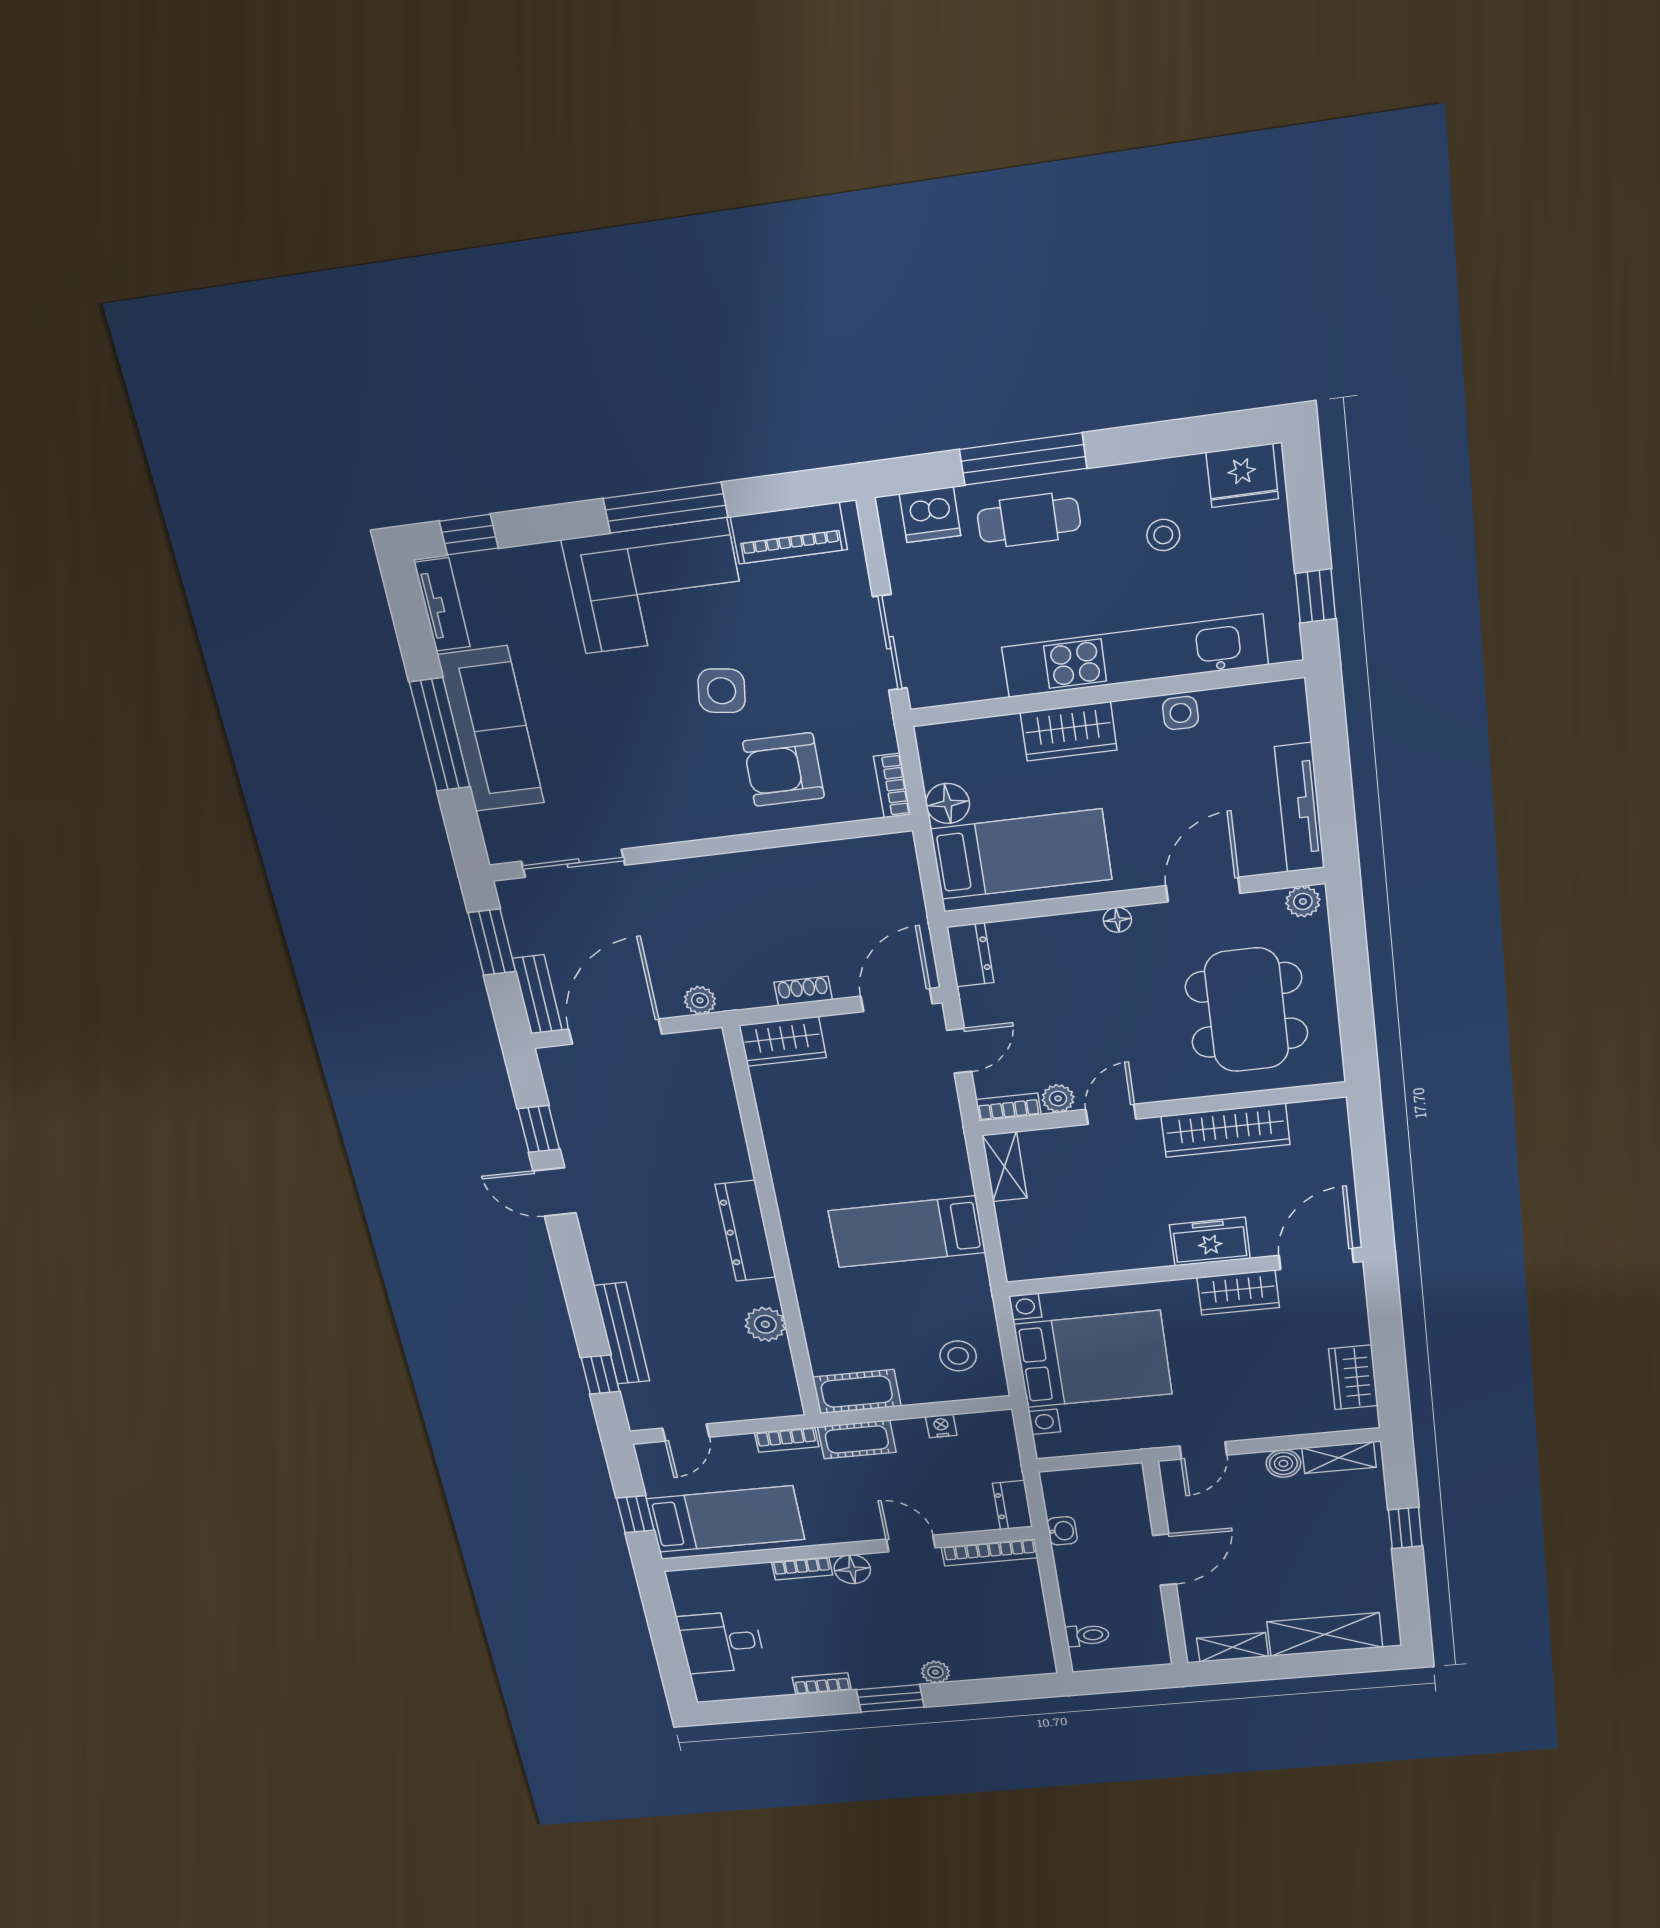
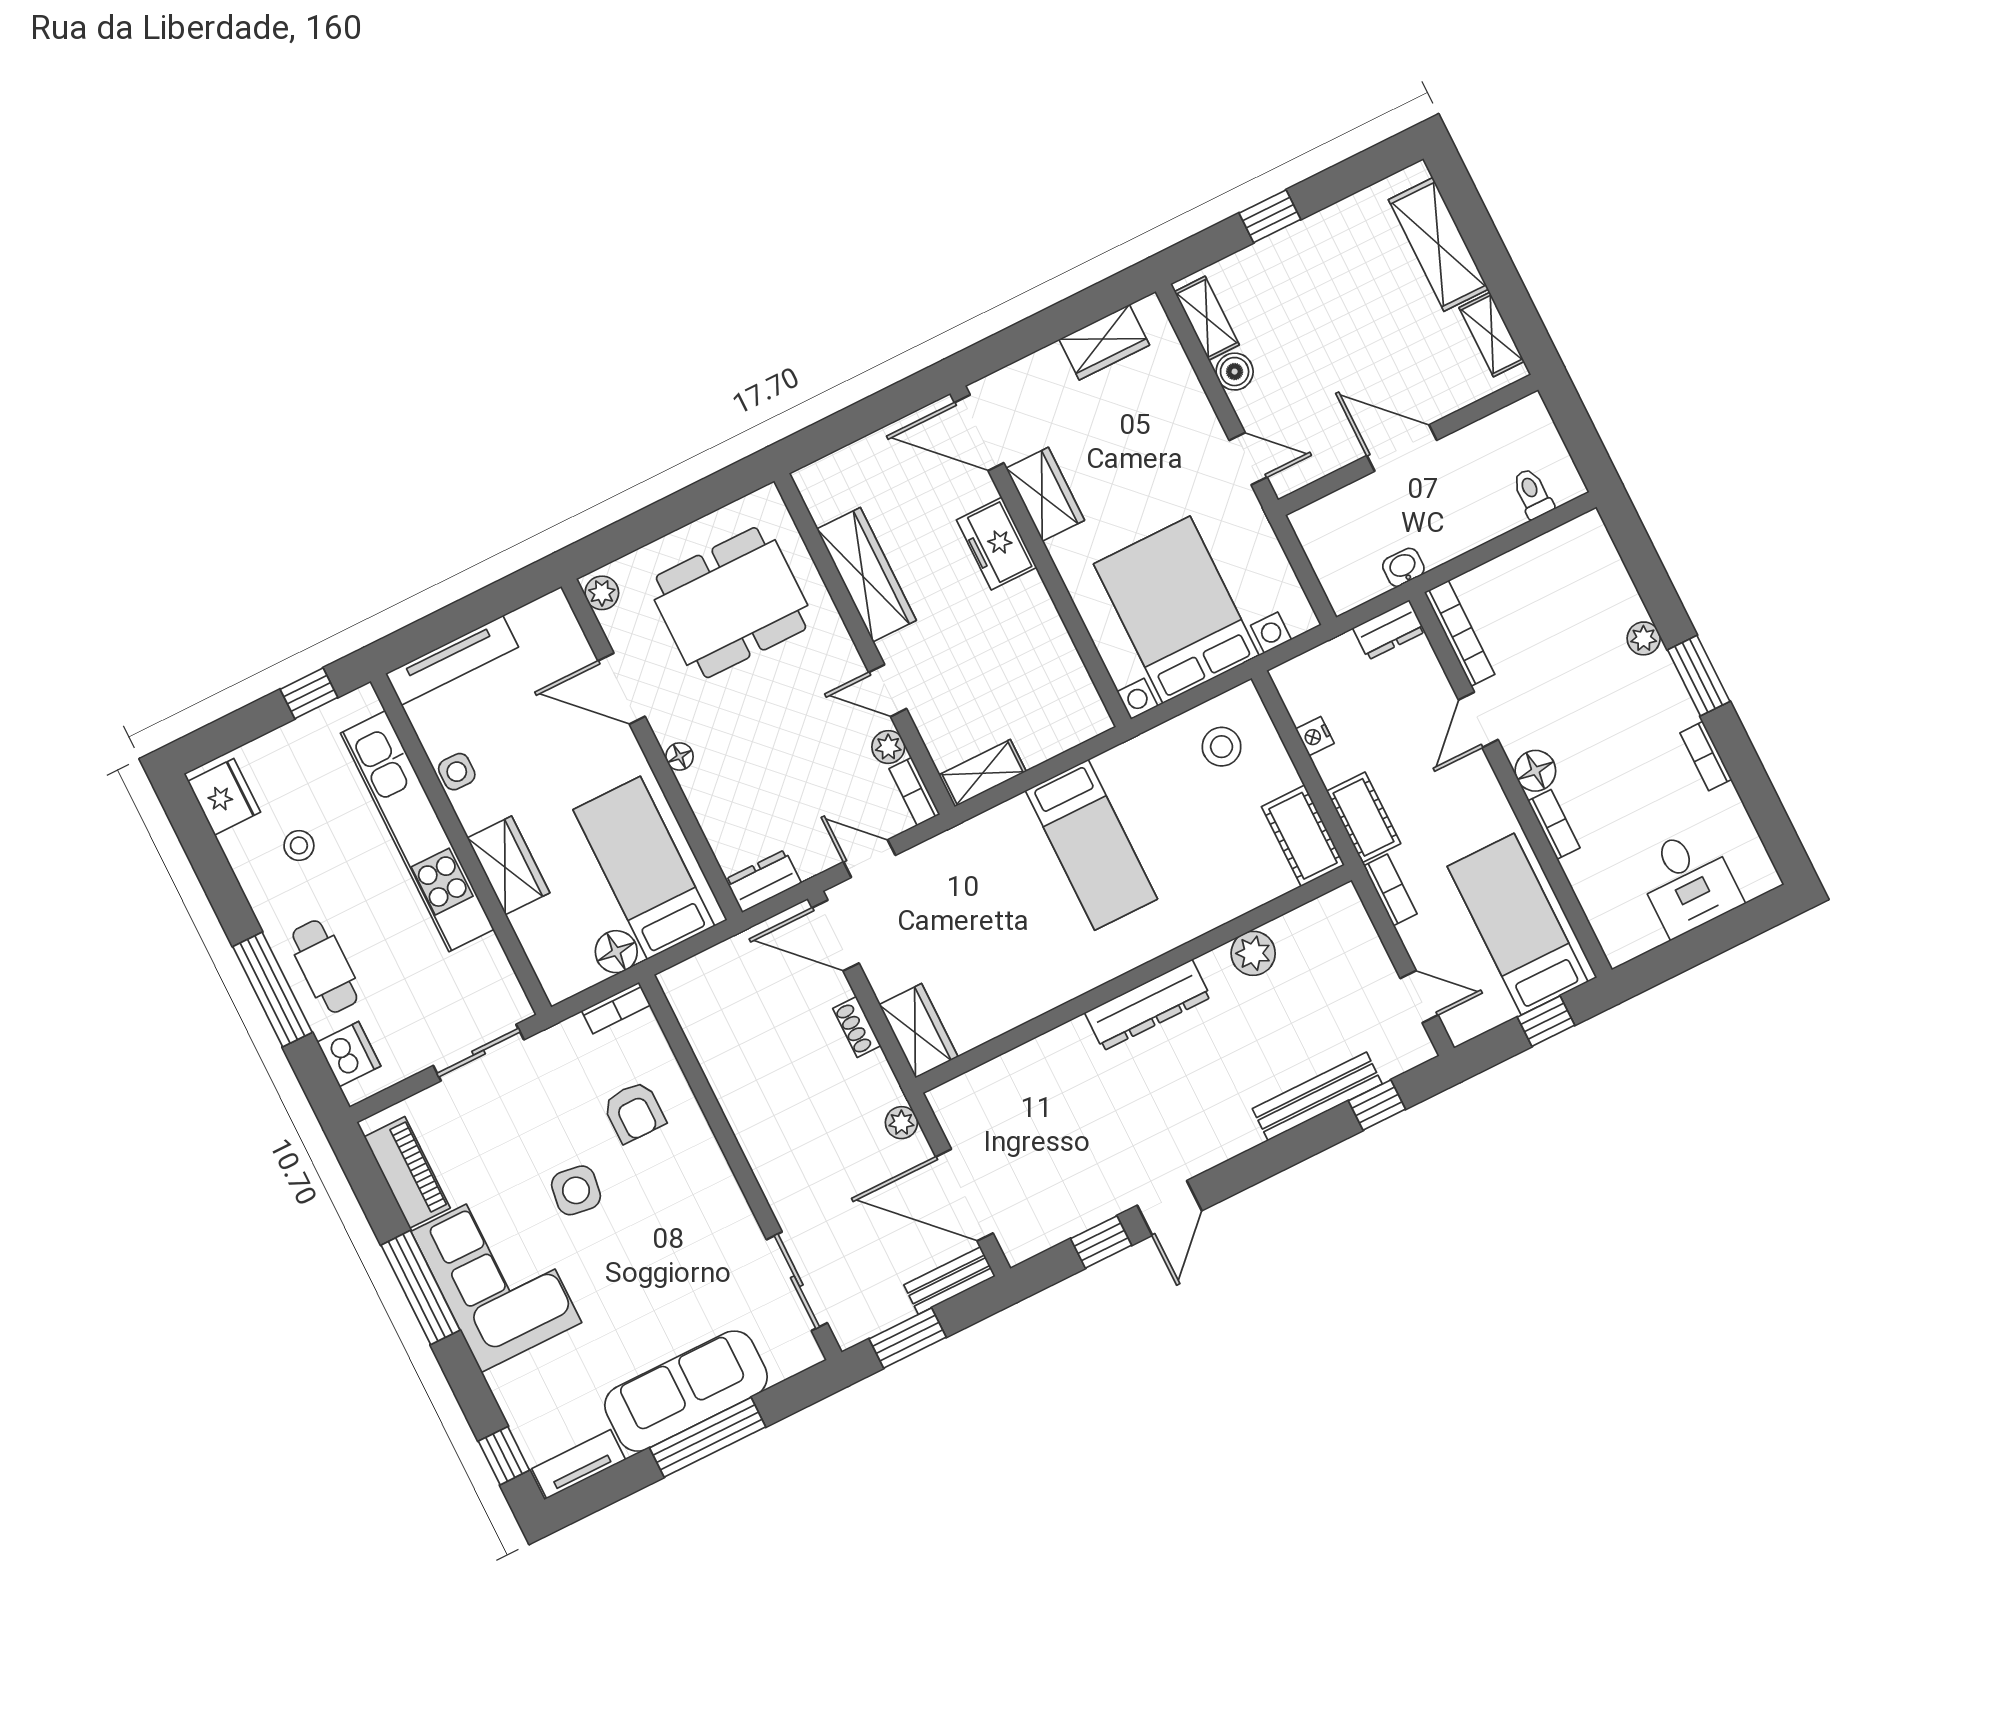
armchair: (784, 770) -> (634, 1112), width x0.72, depth x0.72
tv unit: (1300, 808) -> (452, 660), moved

